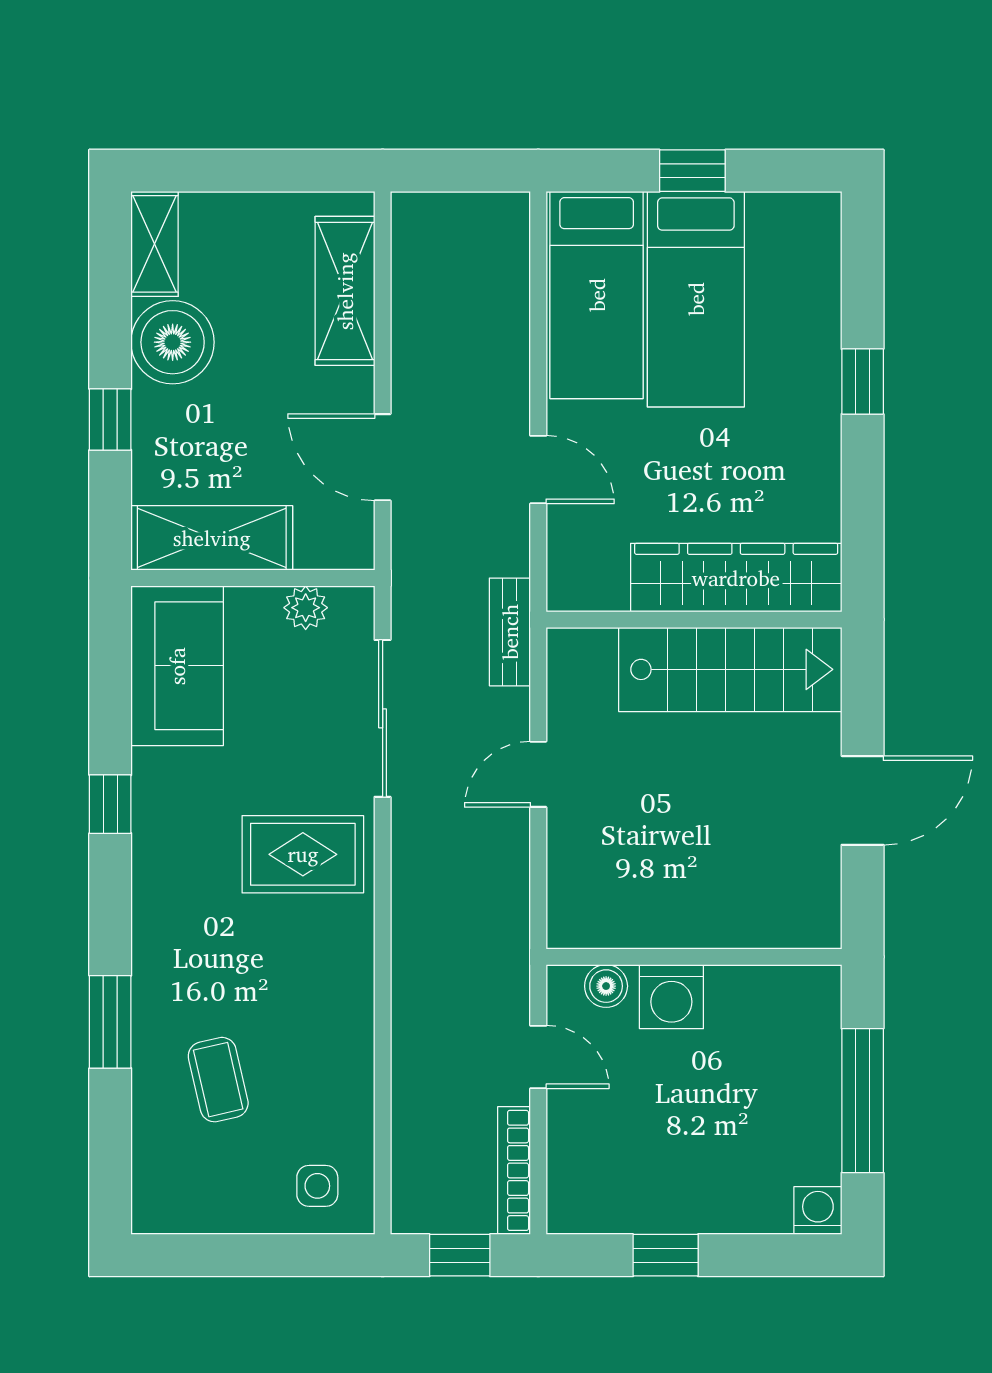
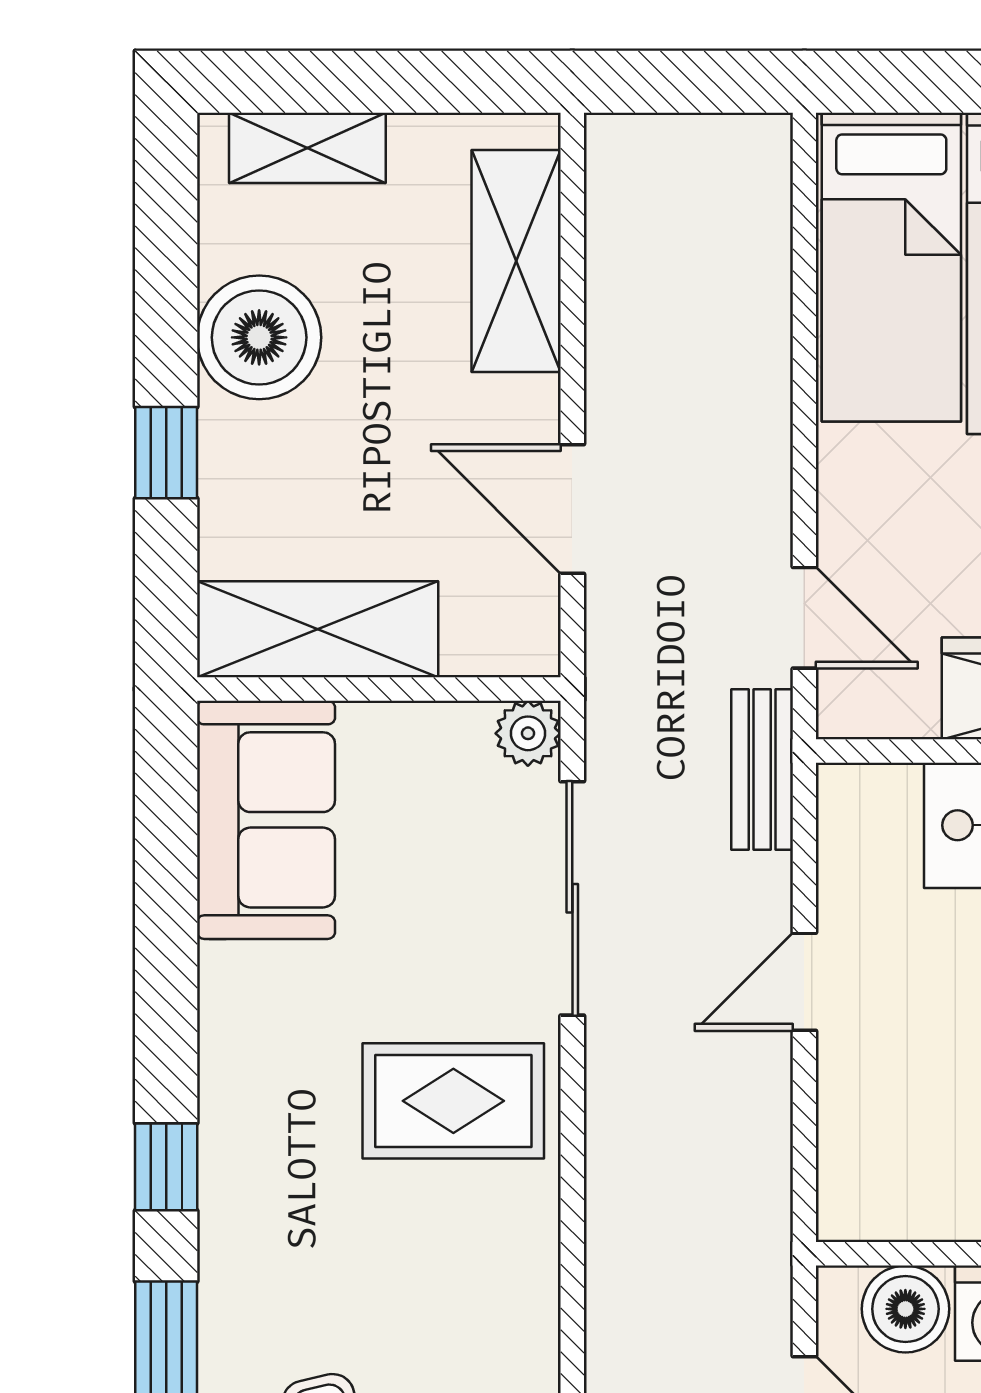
shelving: (155, 244) -> (307, 148), moved, turned 90
door: (538, 470) -> (804, 618), moved
plant: (306, 608) -> (528, 733), moved
window: (110, 804) -> (166, 1167), moved
boiler: (606, 986) -> (905, 1309), width x1.36, depth x1.36

